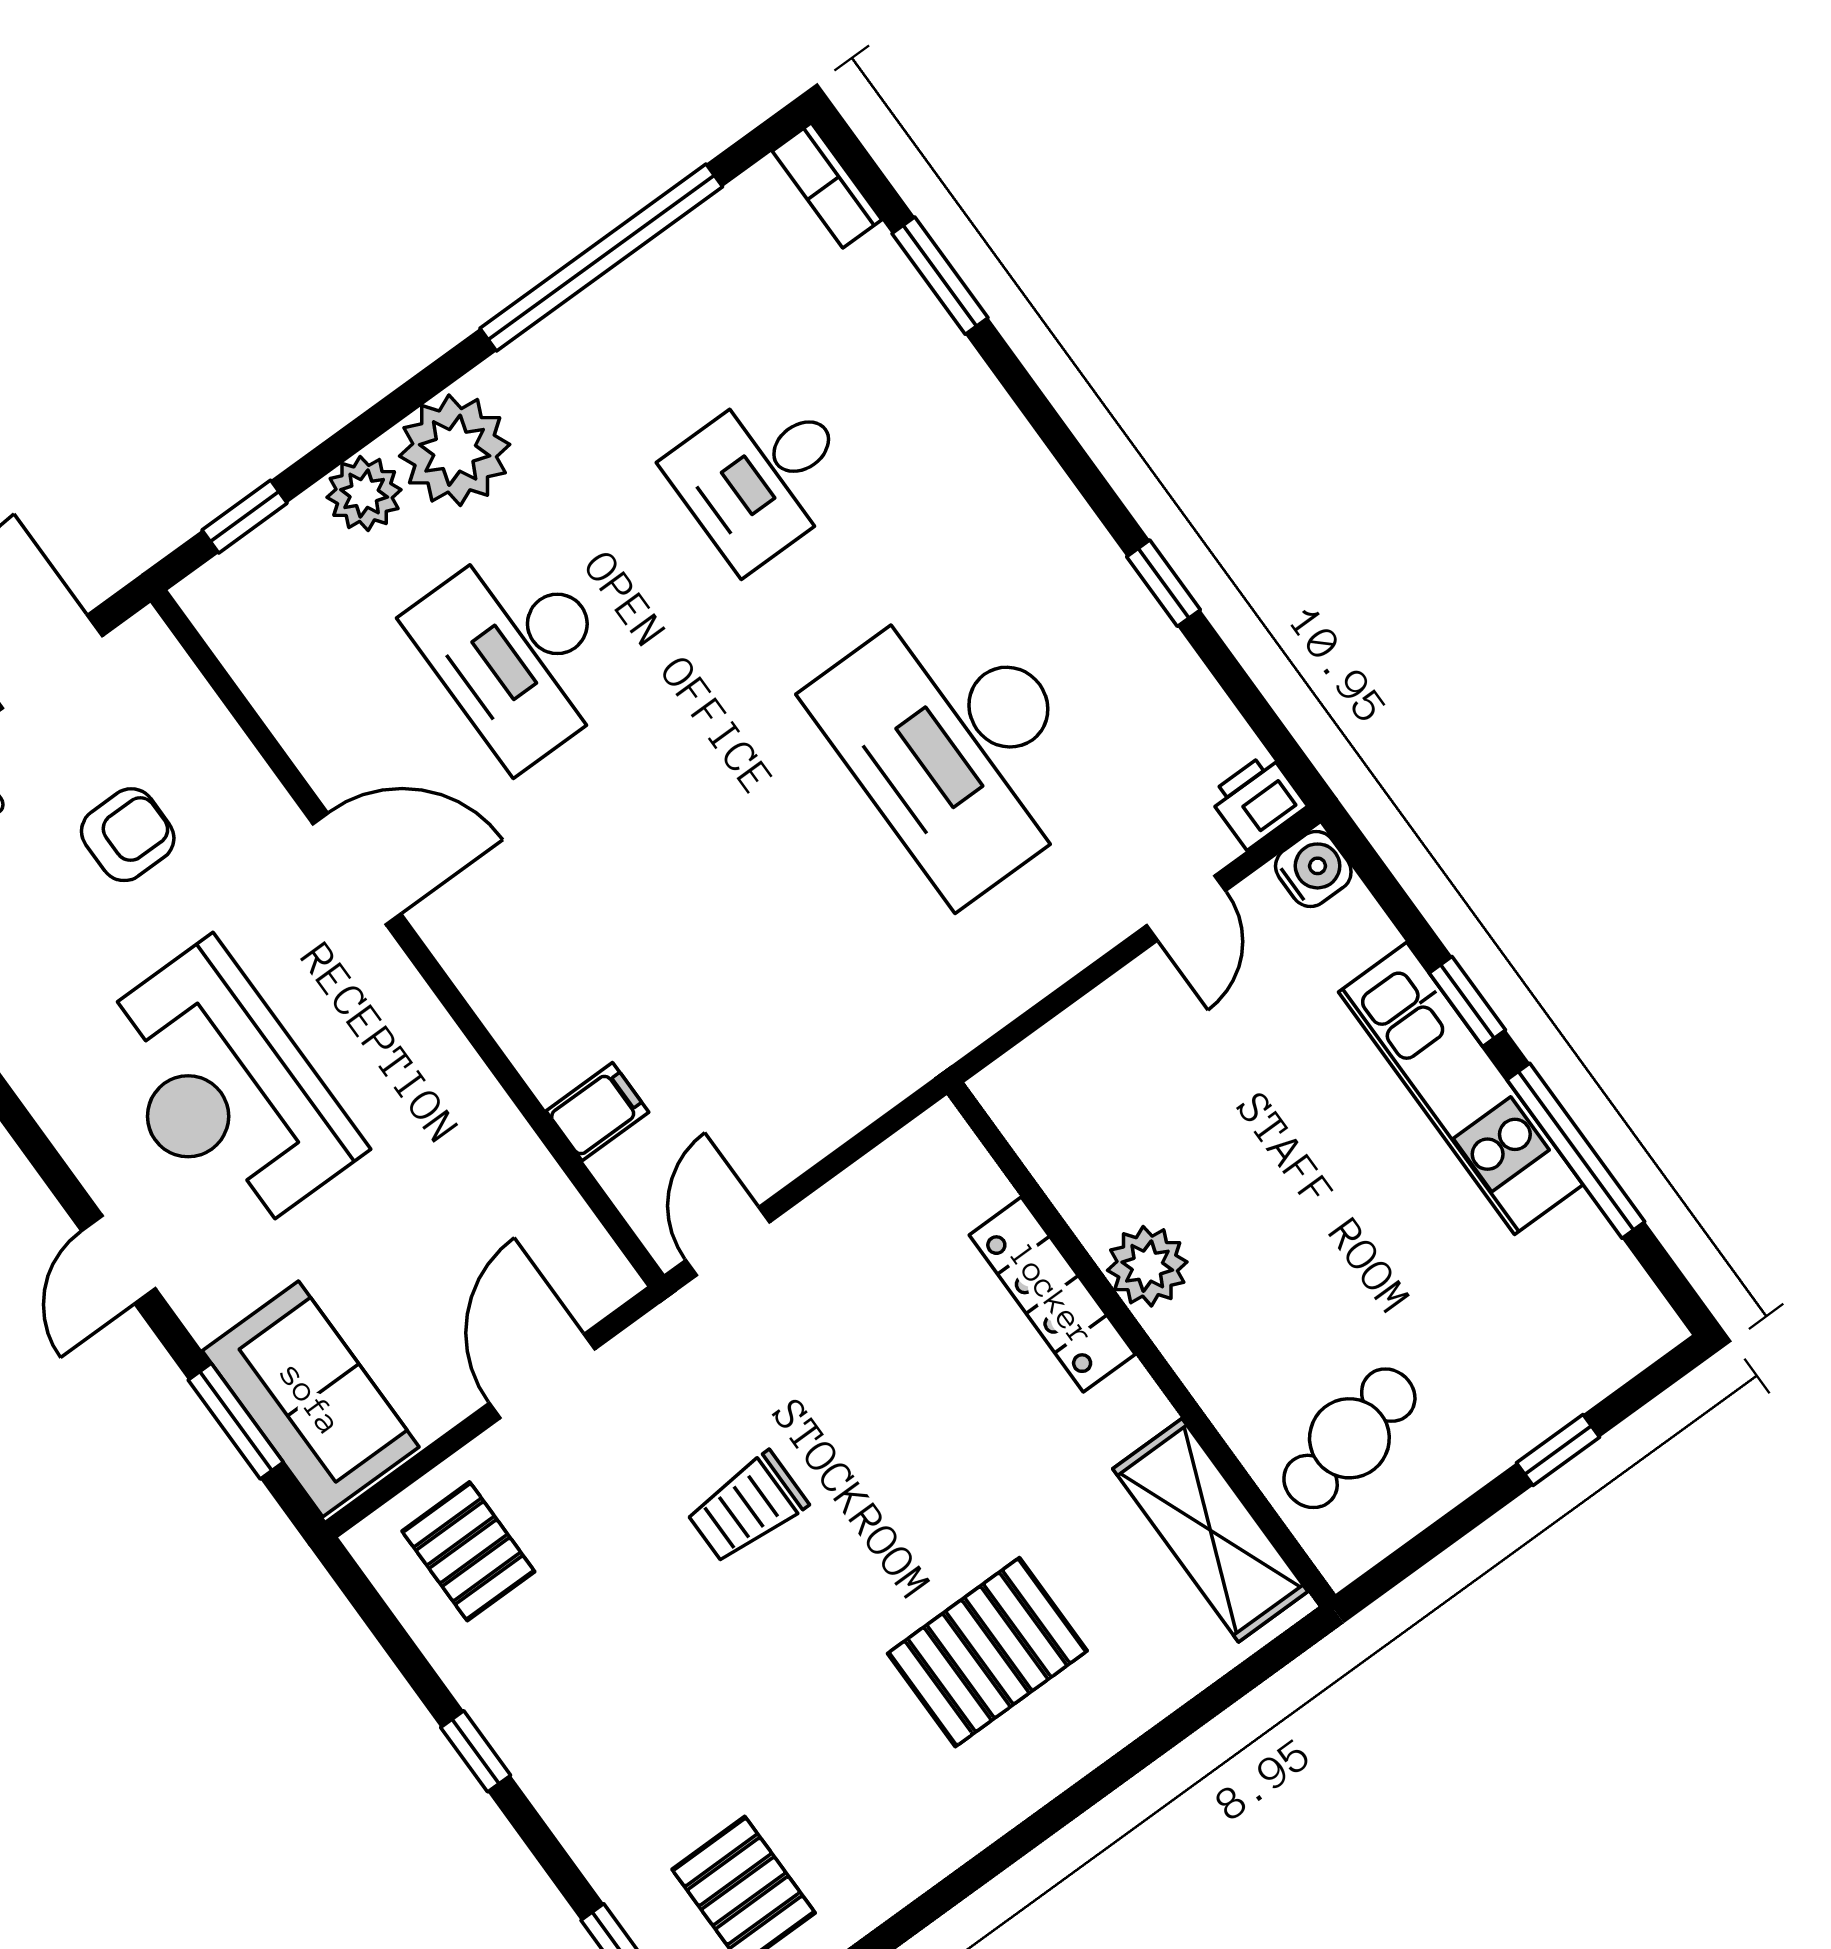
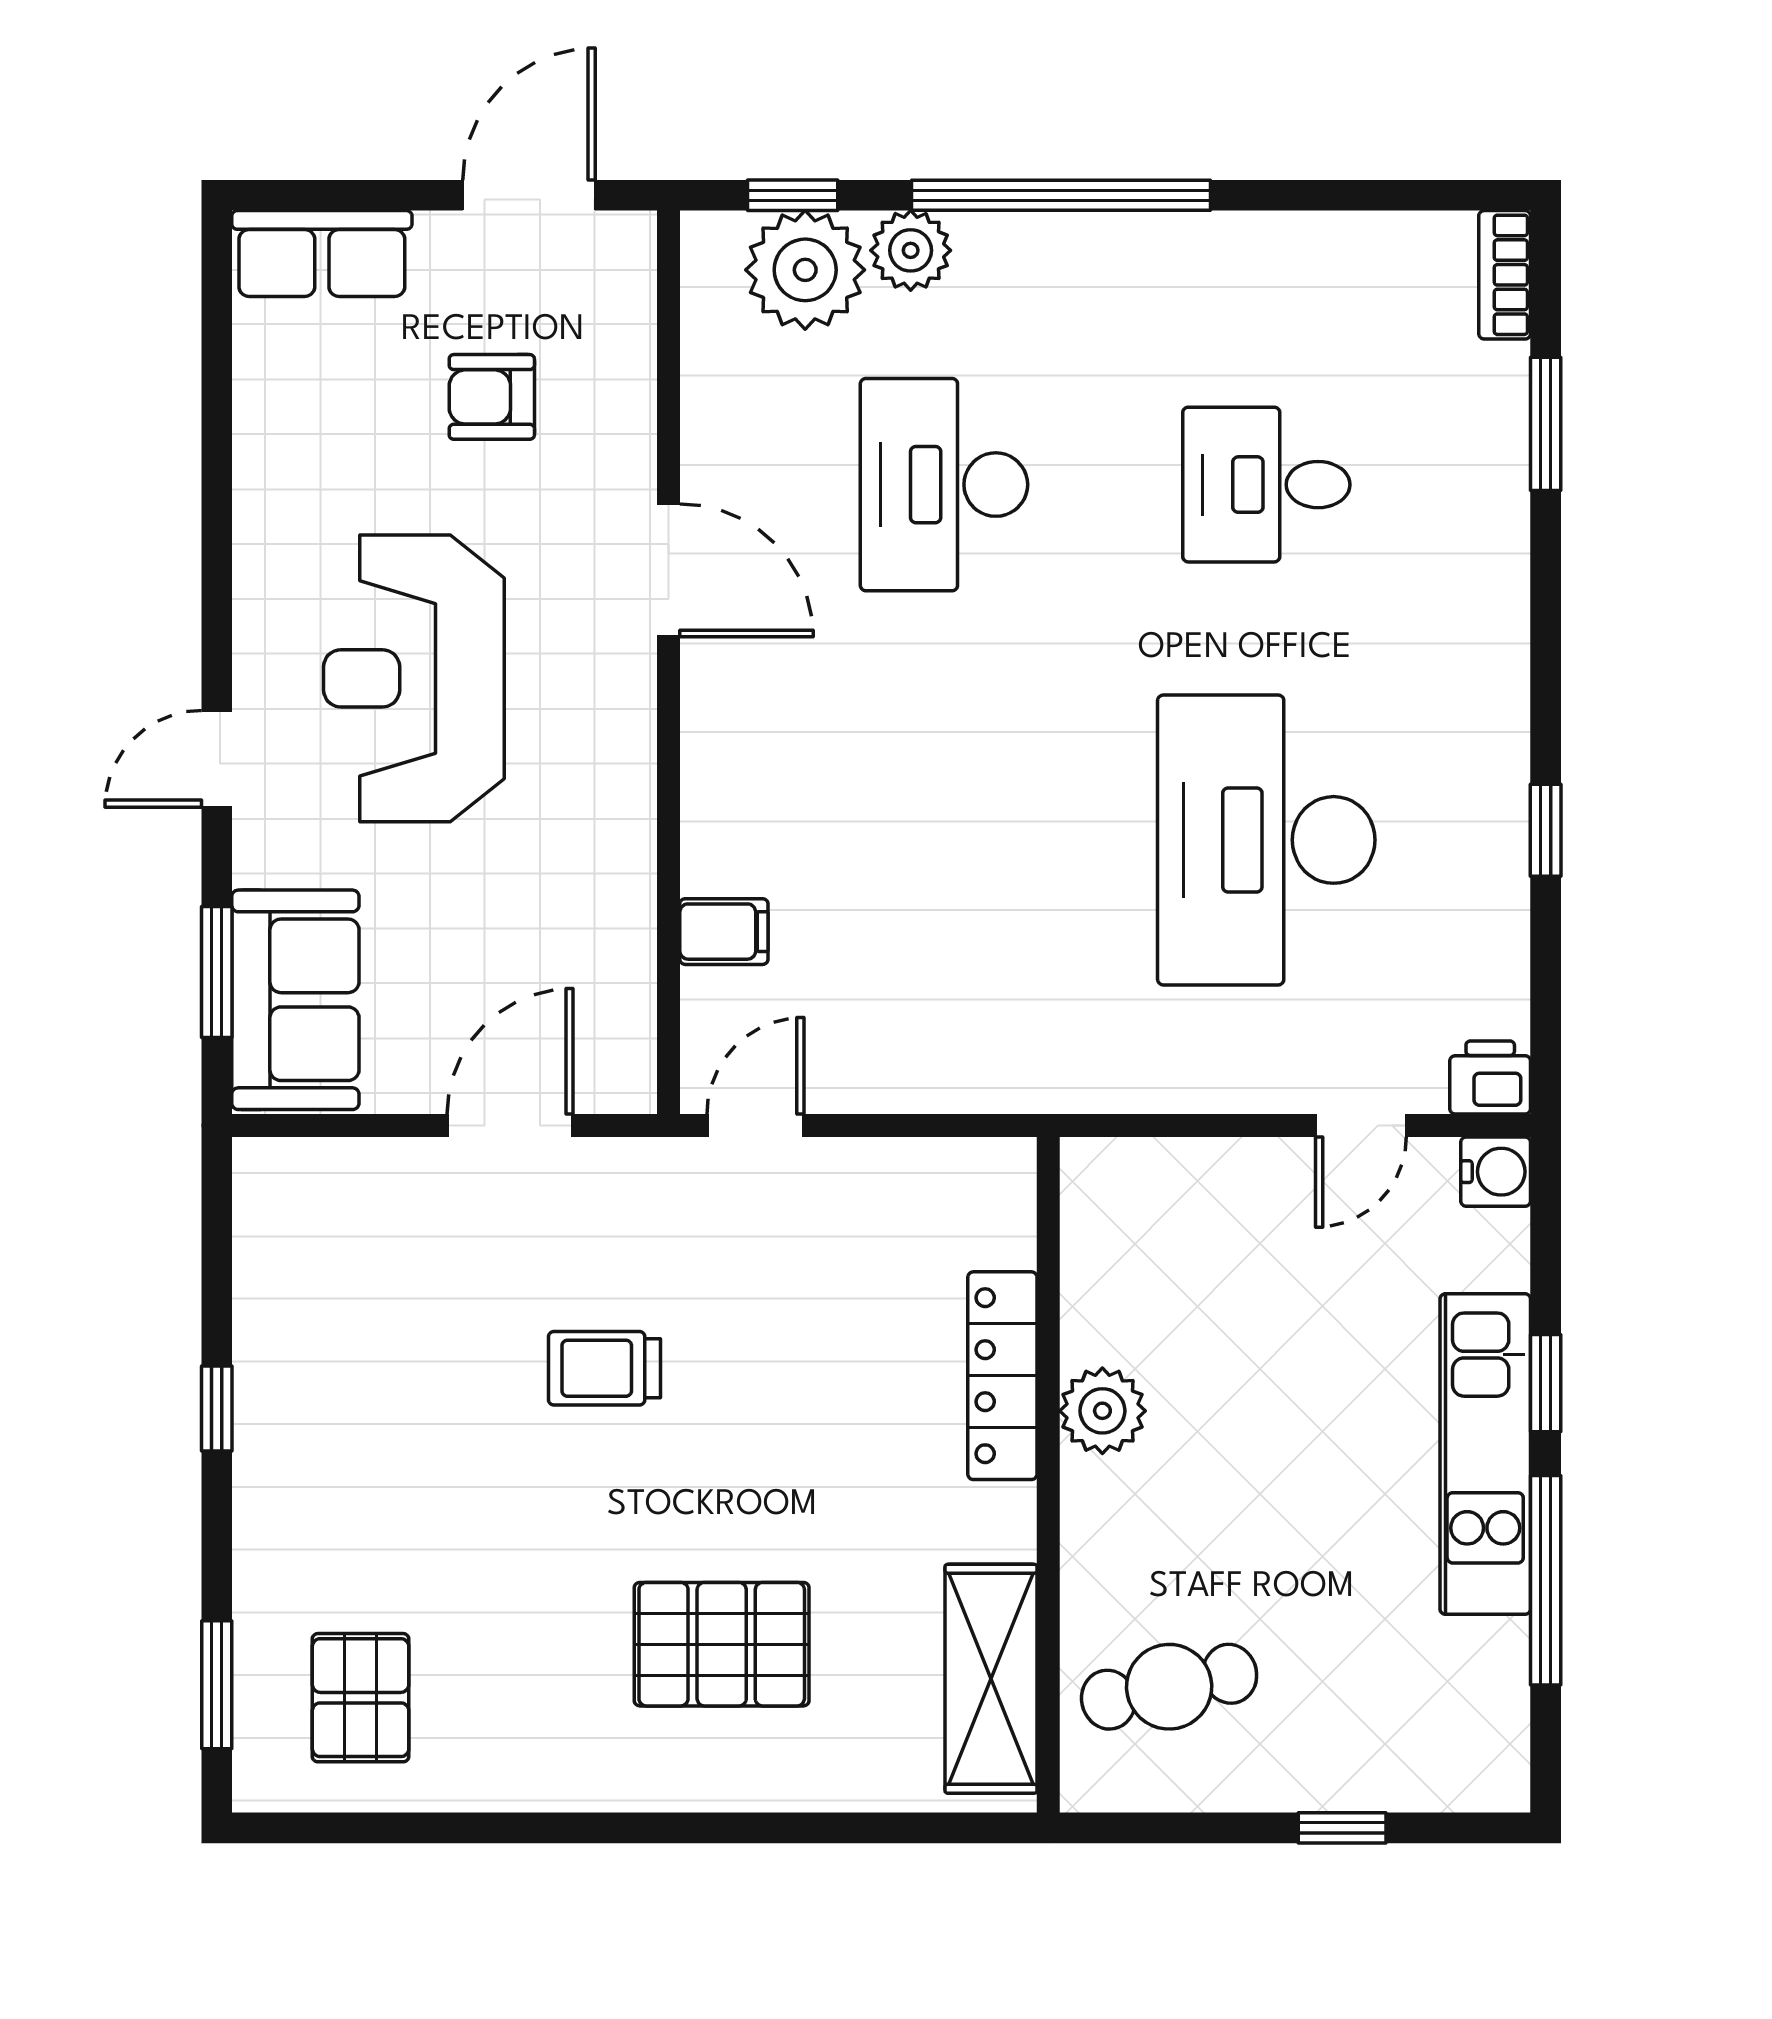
window: (601, 257) -> (1061, 195), moved
plant: (455, 450) -> (805, 270), moved
armchair: (128, 835) -> (492, 397), turned 180
pallet: (468, 1551) -> (336, 1231), removed

